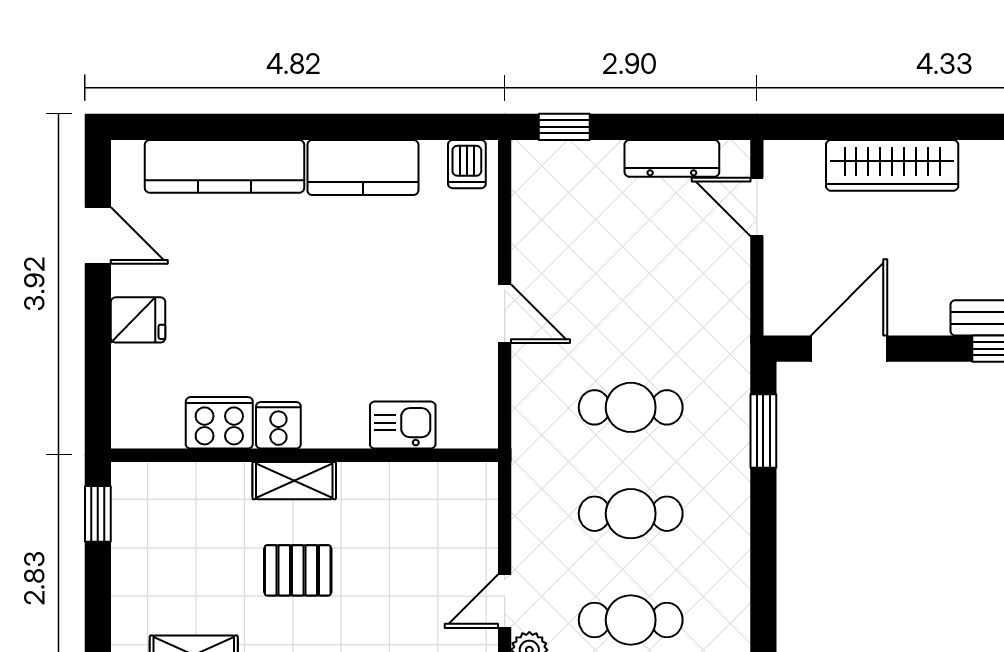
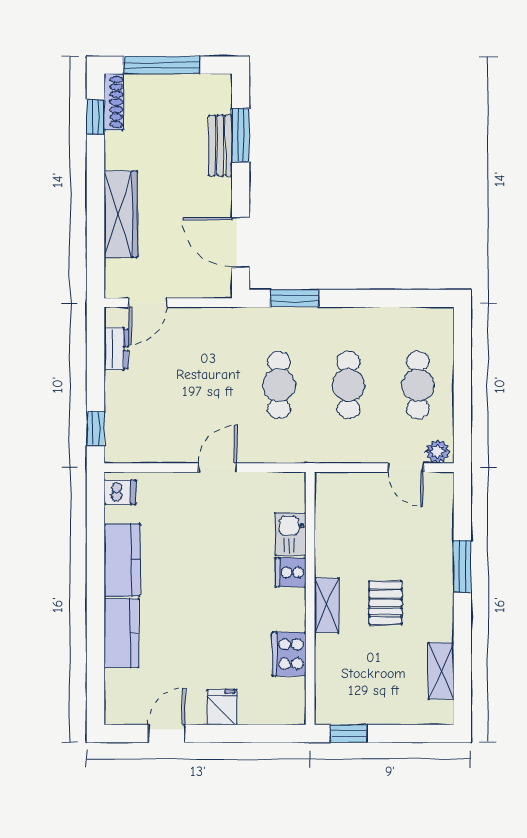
dresser: (672, 158) -> (116, 349), width x0.70
kitchen counter: (225, 166) -> (121, 633), width x0.67
cooker: (278, 425) -> (291, 572), moved

